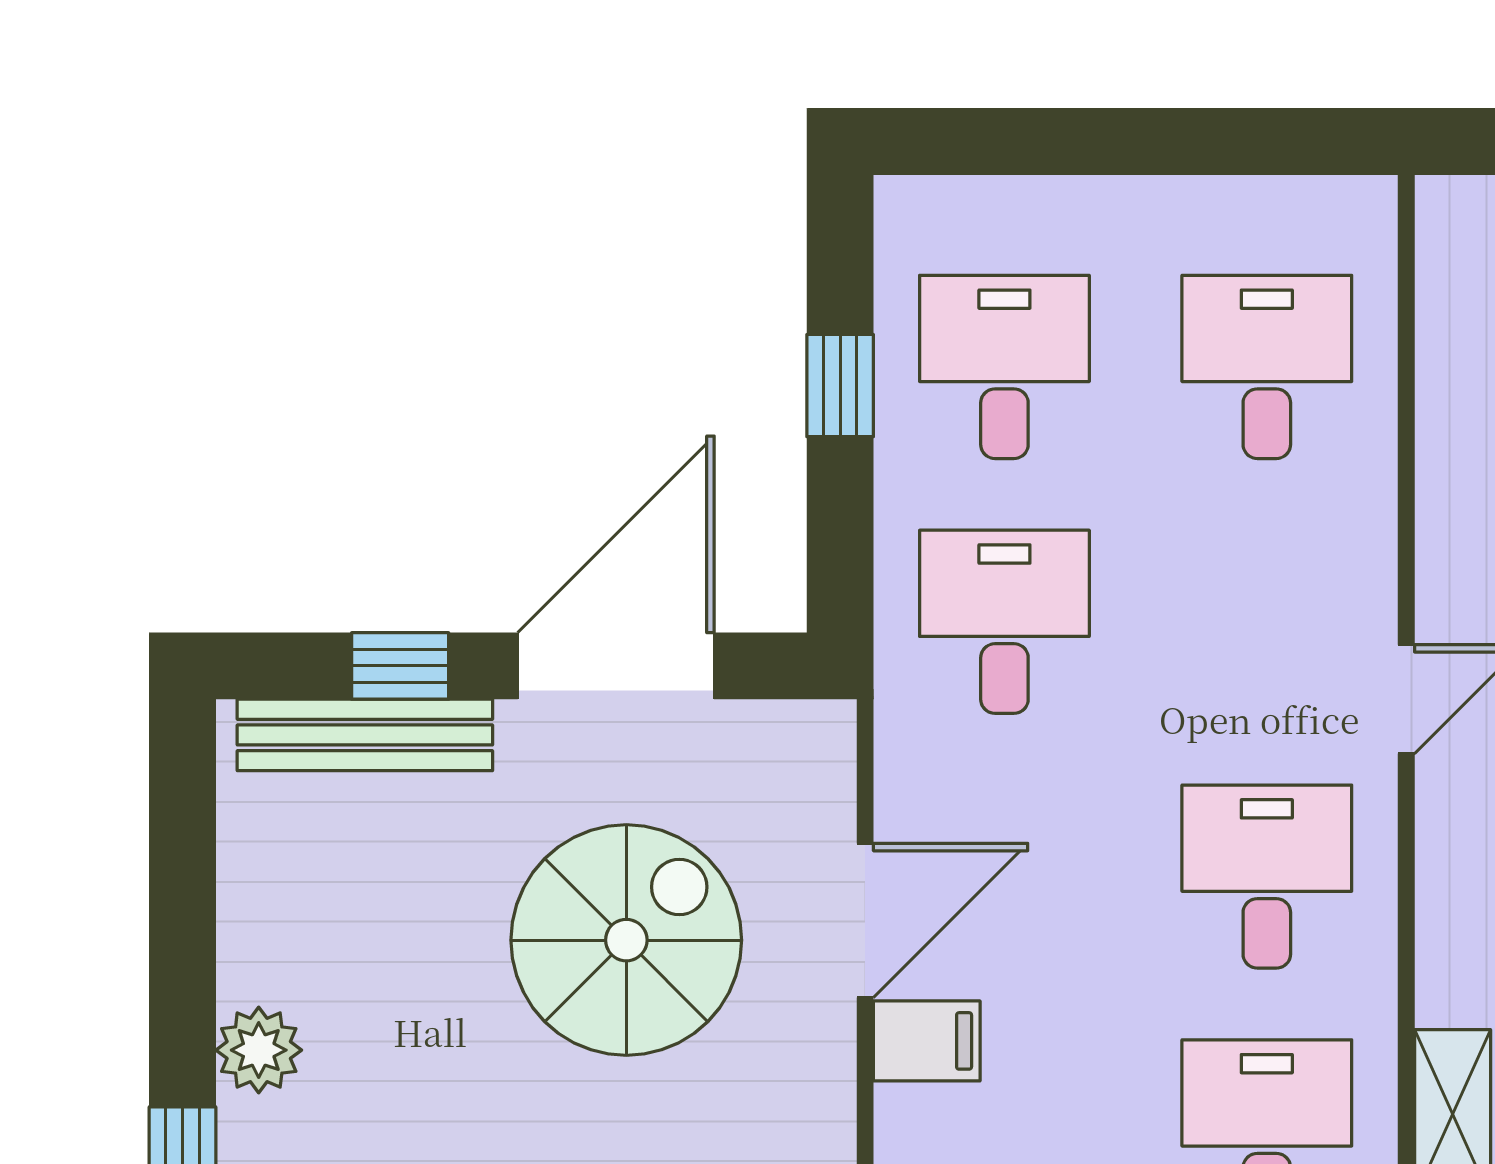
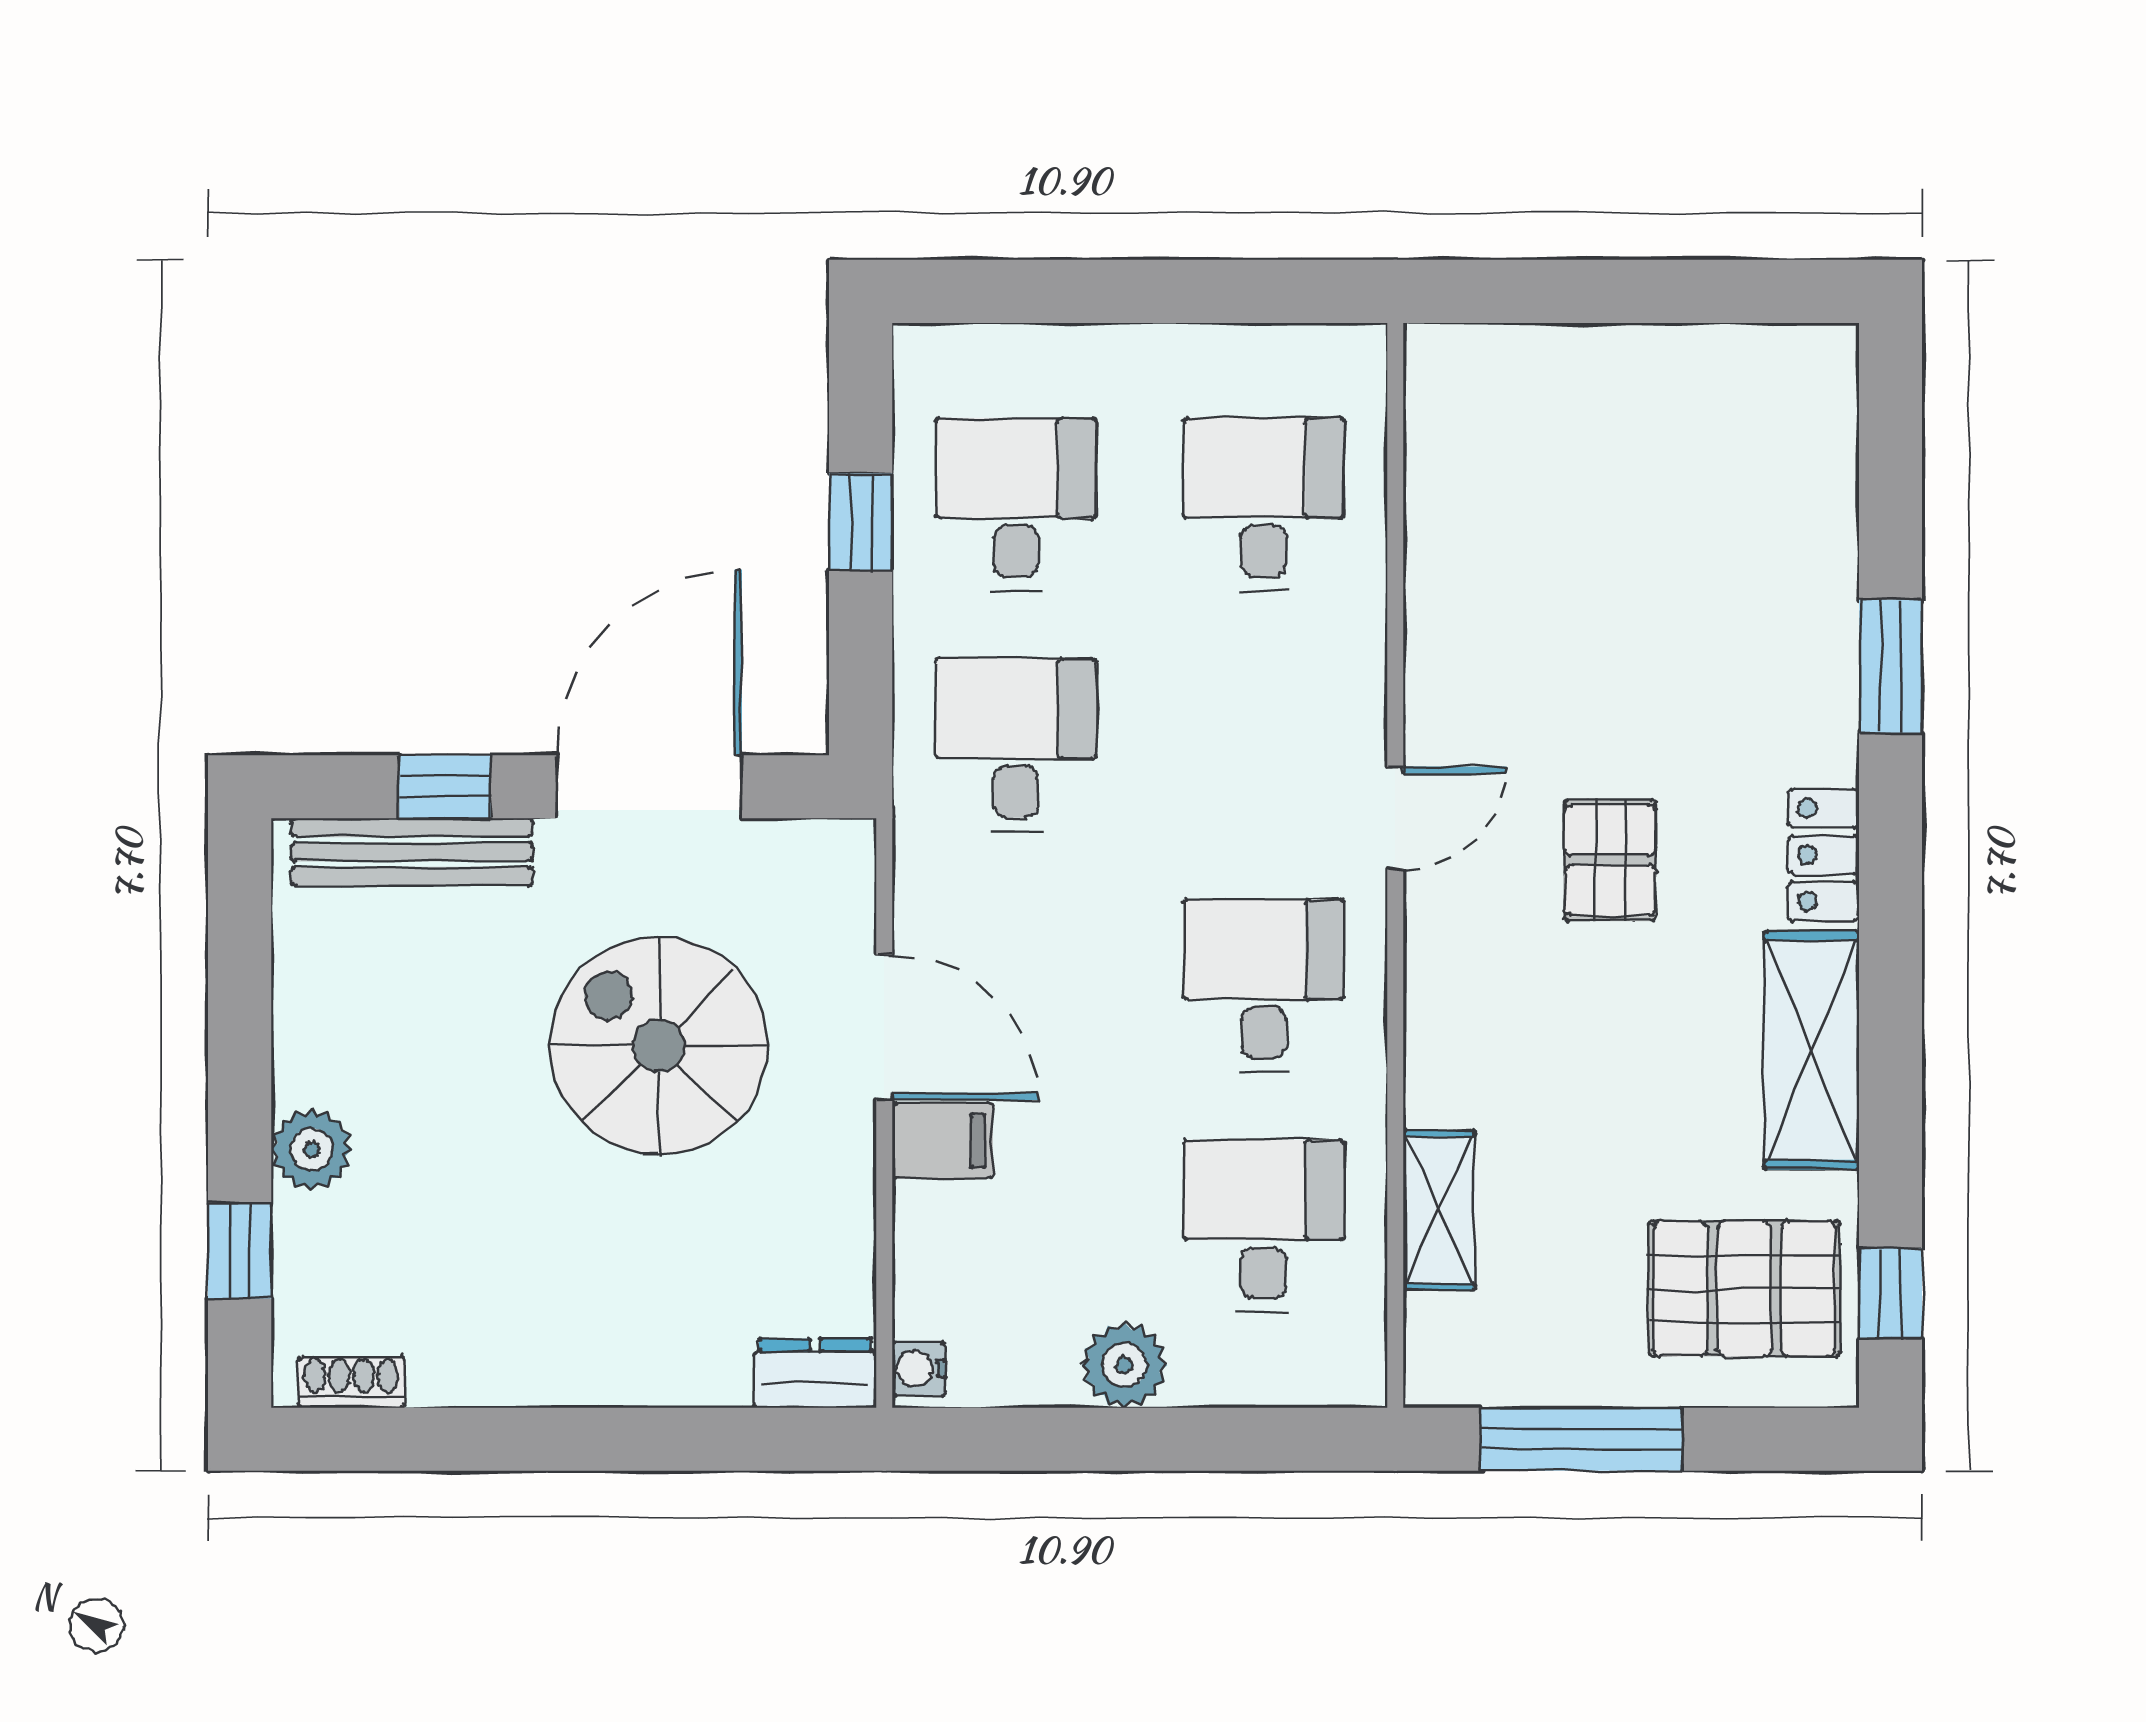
door: (865, 920) -> (884, 1027), hinge flipped
spiral stairs: (626, 940) -> (659, 1046), turned -90

